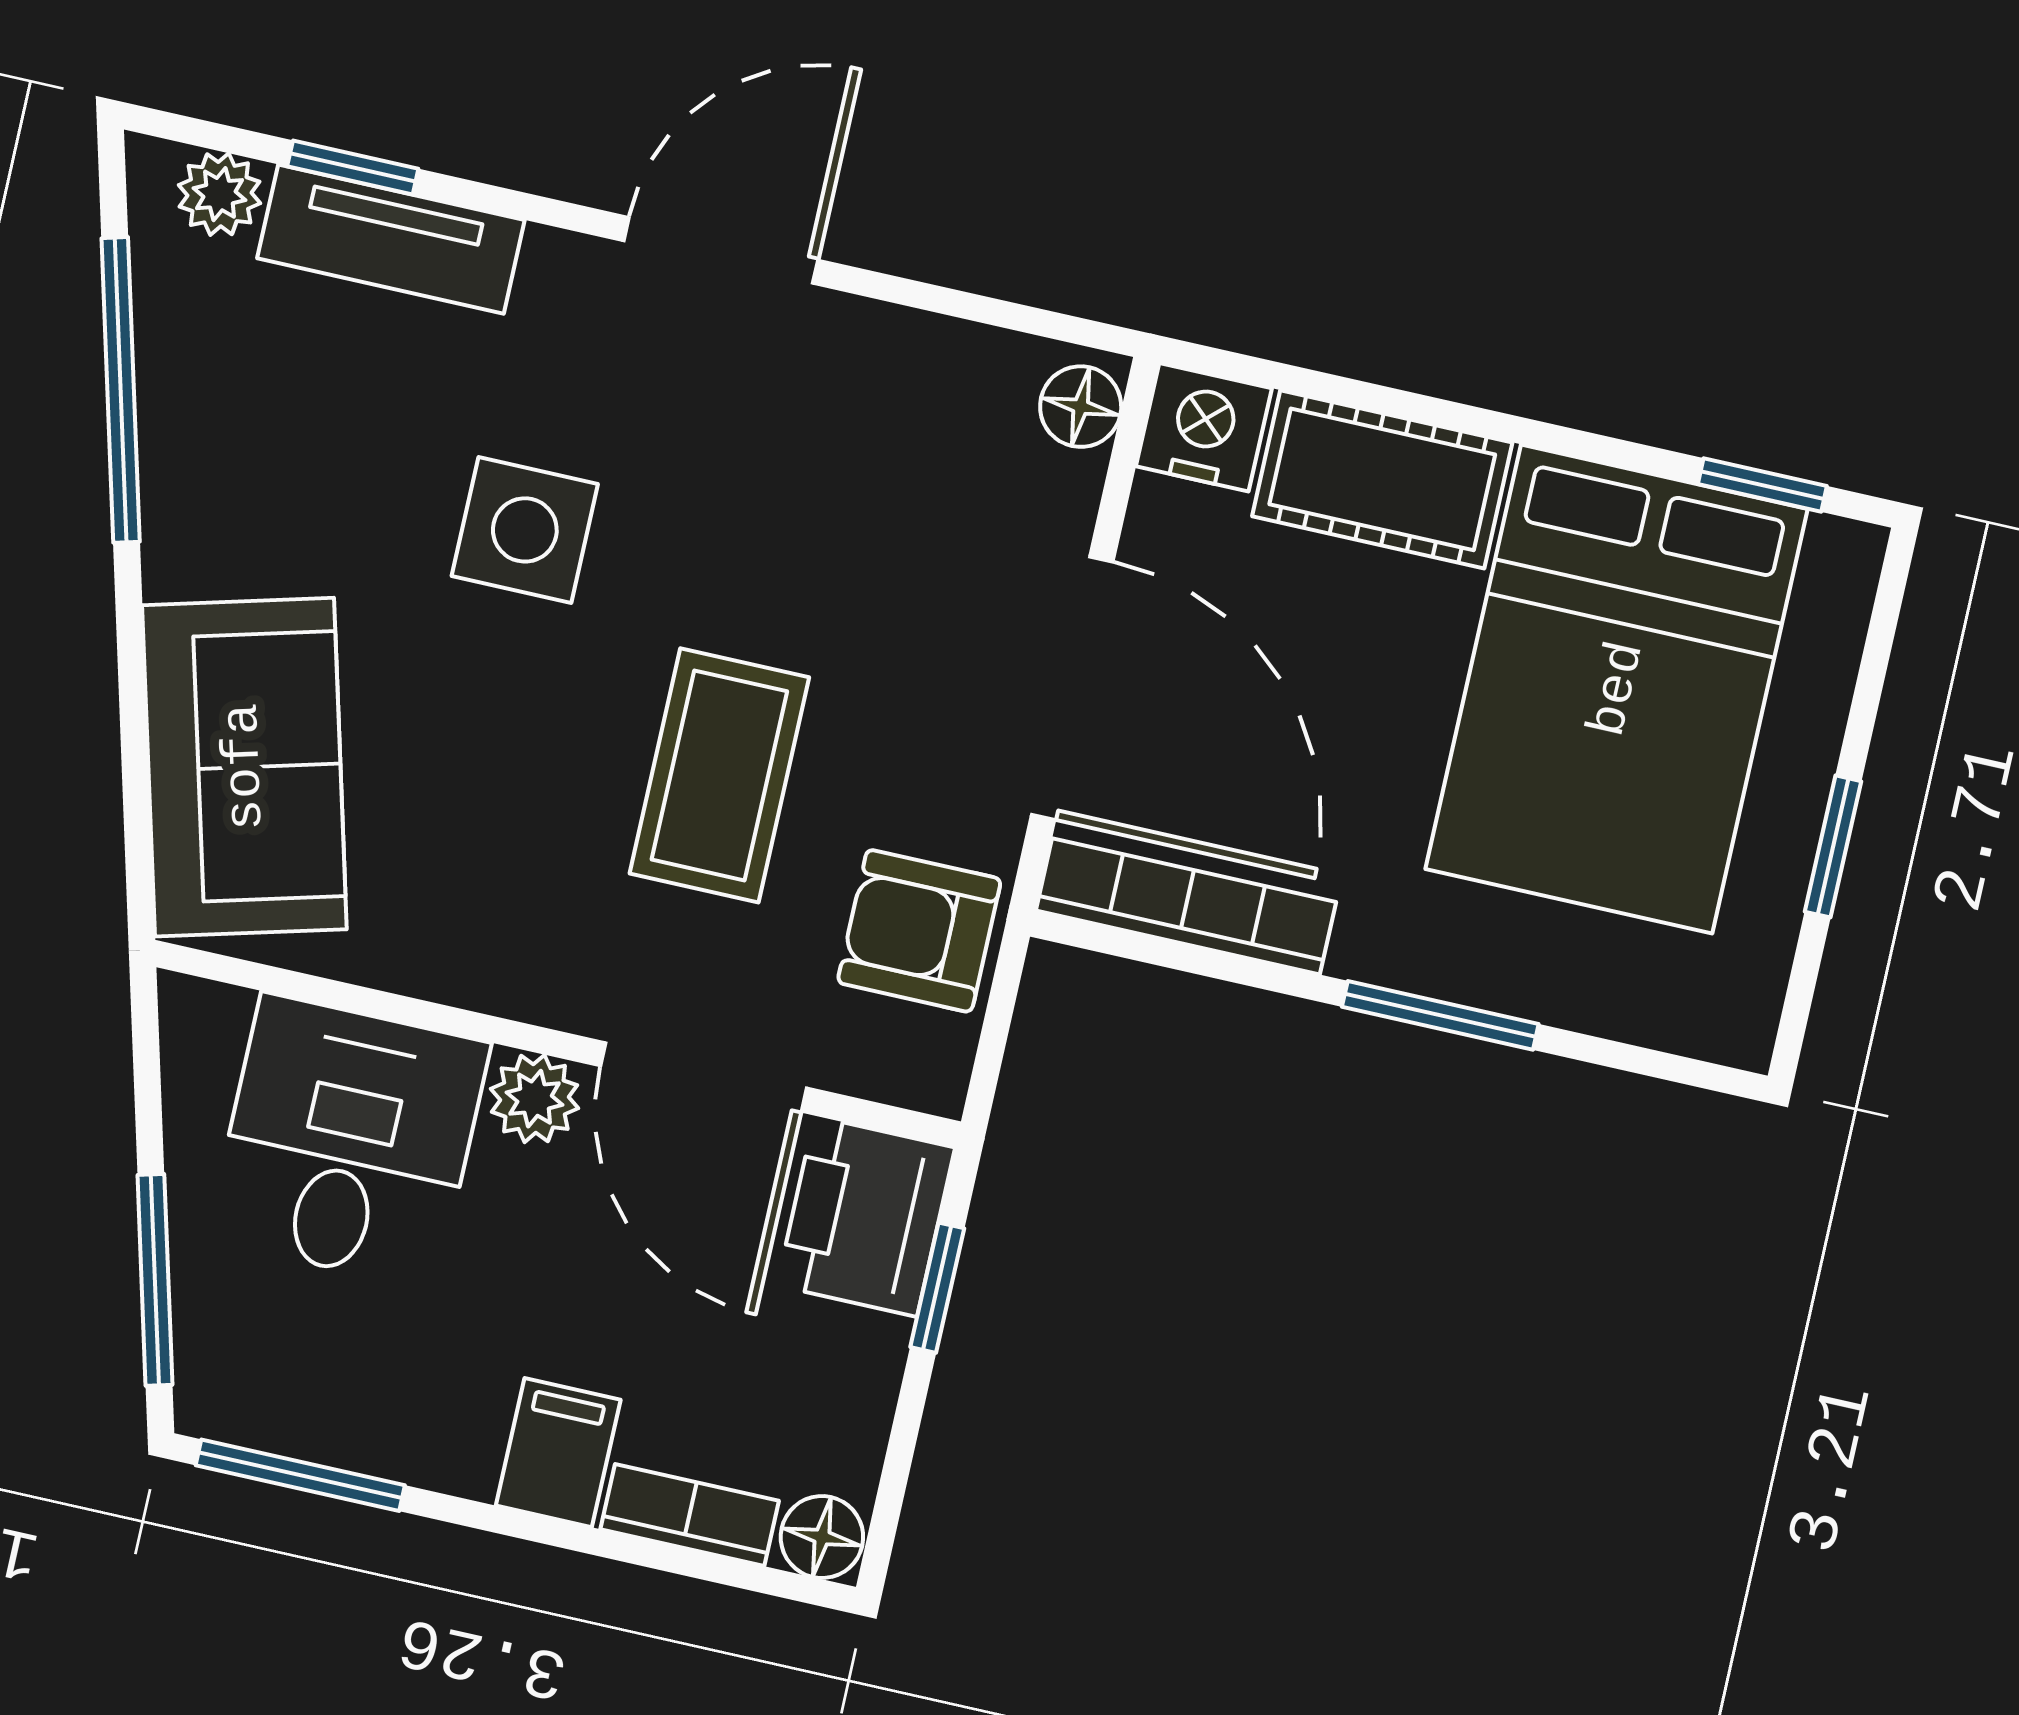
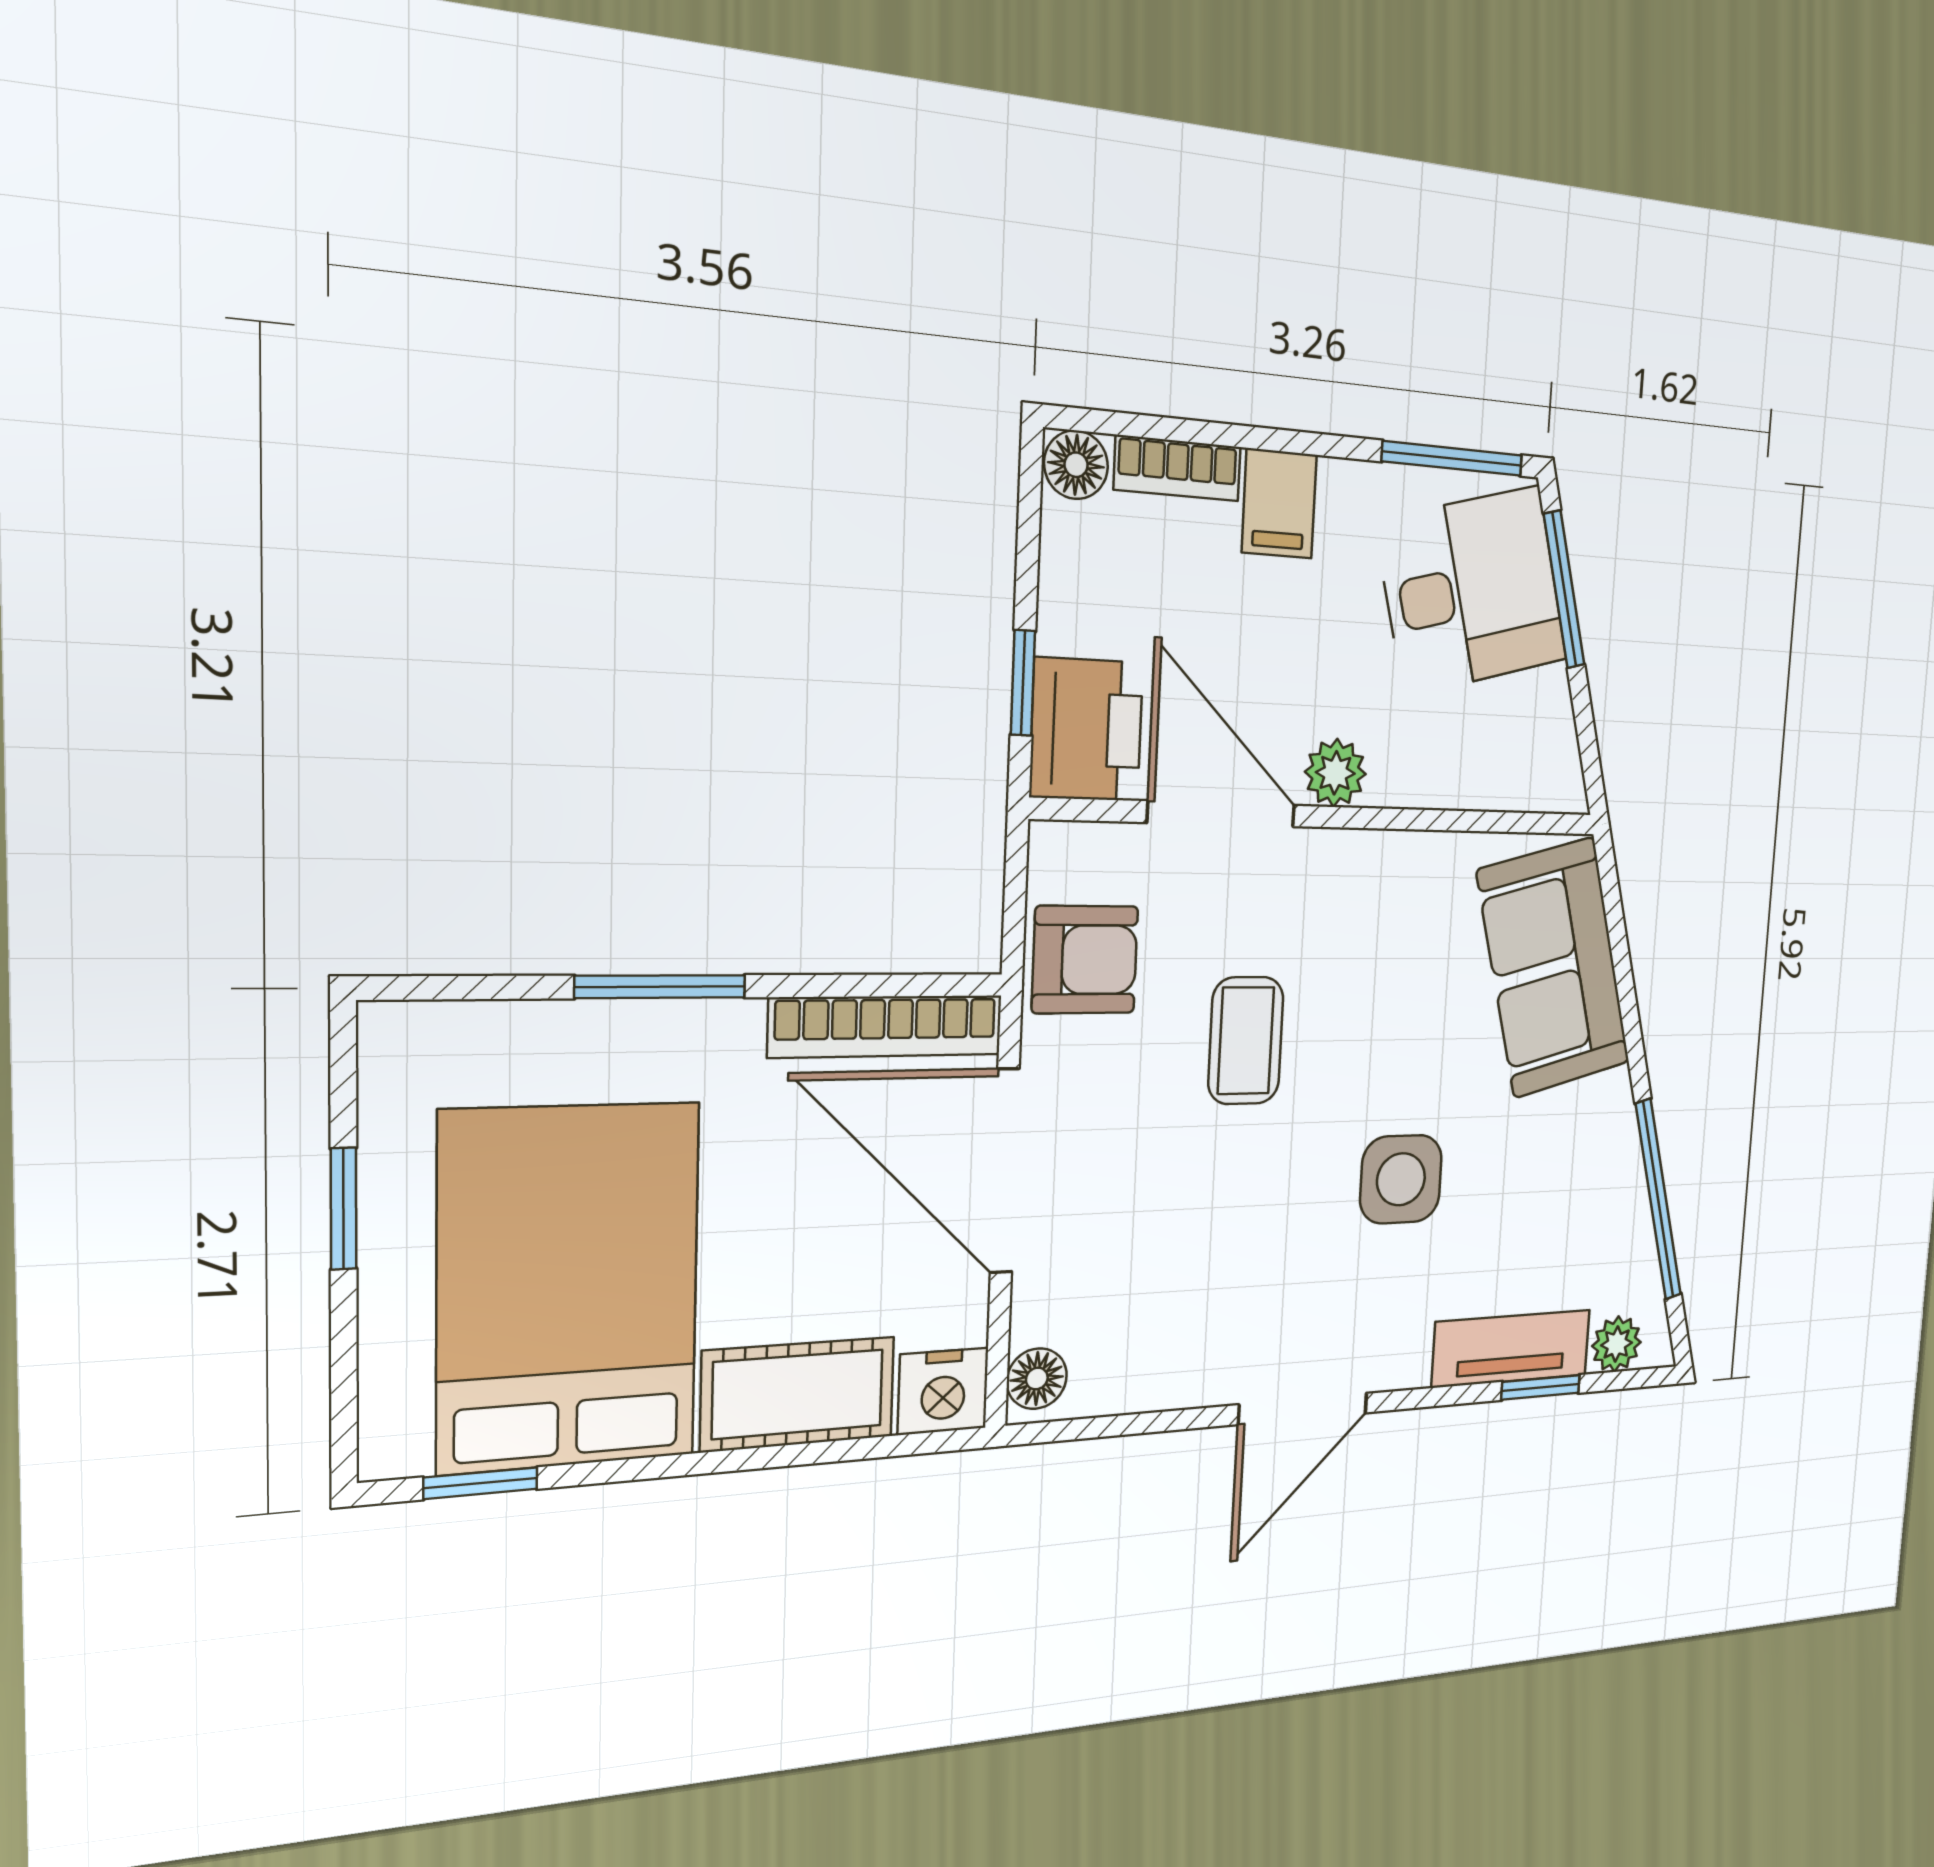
coffee table: (719, 775) -> (1246, 1041), width x0.73, depth x0.77
desk: (349, 1141) -> (1472, 591), moved, turned -105

